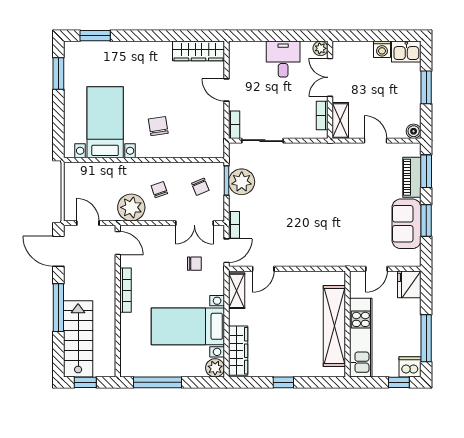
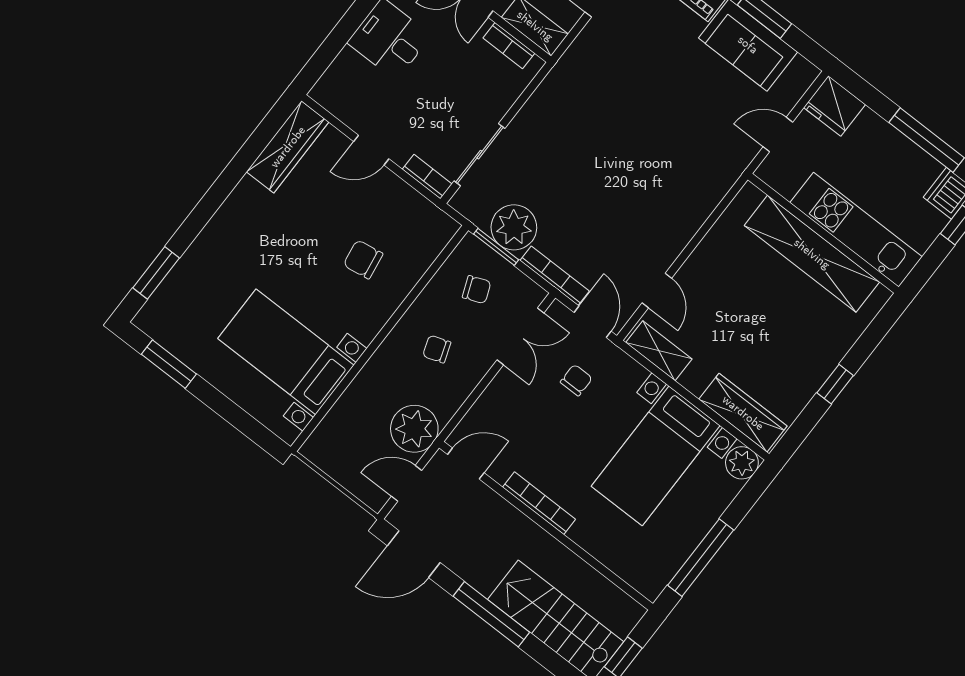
chair: (158, 126) -> (363, 259), moved
plant: (131, 207) -> (414, 429), moved
bookcase: (234, 225) -> (555, 276), width x1.56
door: (376, 269) -> (778, 134), swing flipped

